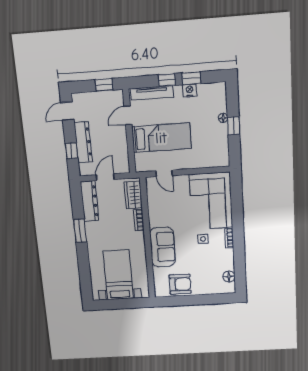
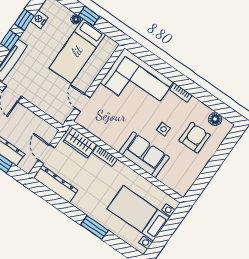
nightstand: (190, 90) -> (39, 19), moved
bed: (161, 138) -> (77, 51), moved, turned 180
door: (164, 173) -> (82, 103), swing flipped
window: (80, 231) -> (94, 228), moved
side table: (203, 239) -> (164, 129), moved
armchair: (180, 284) -> (195, 138), moved

